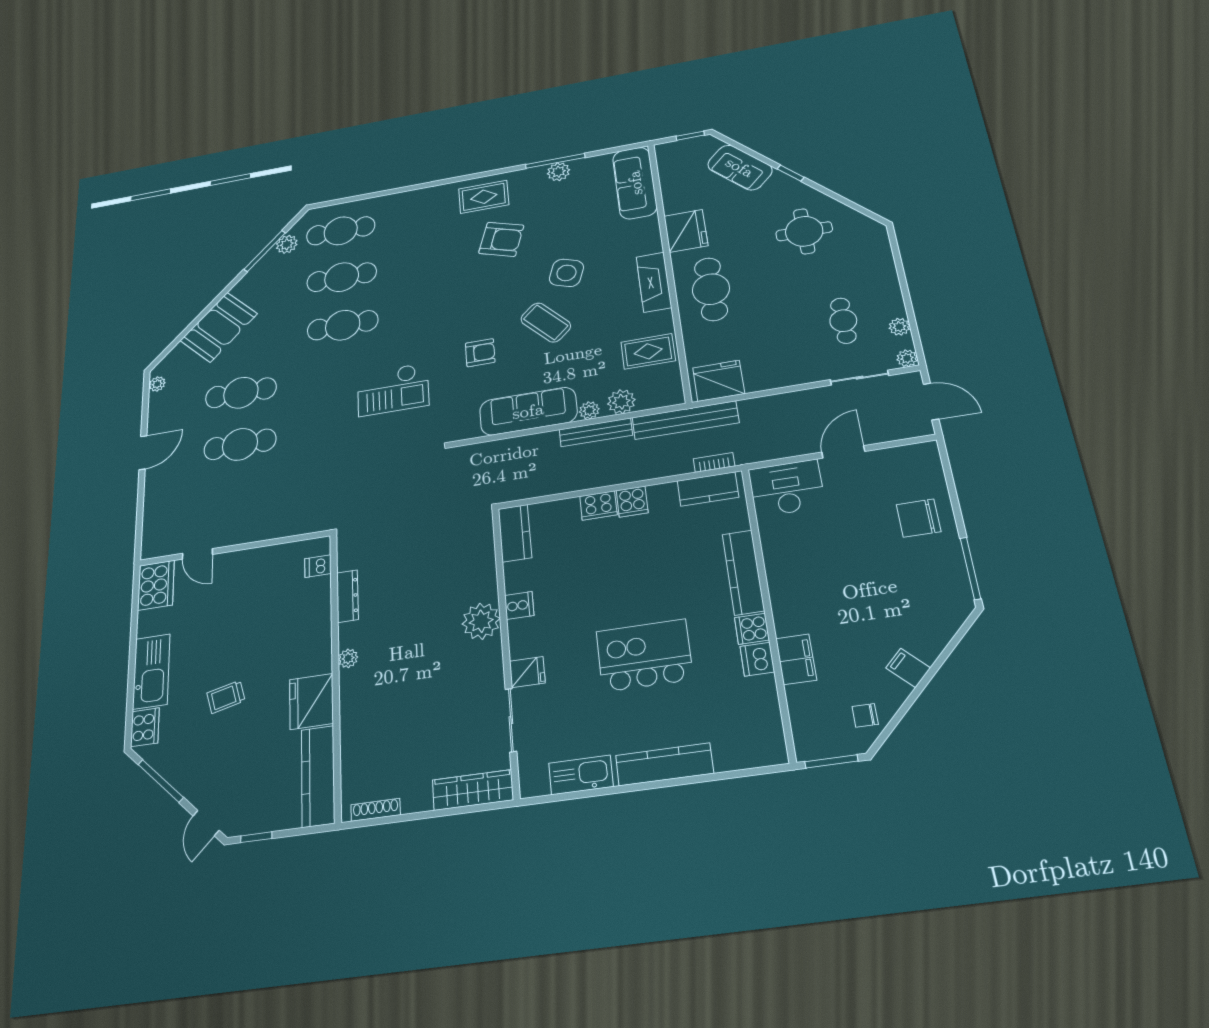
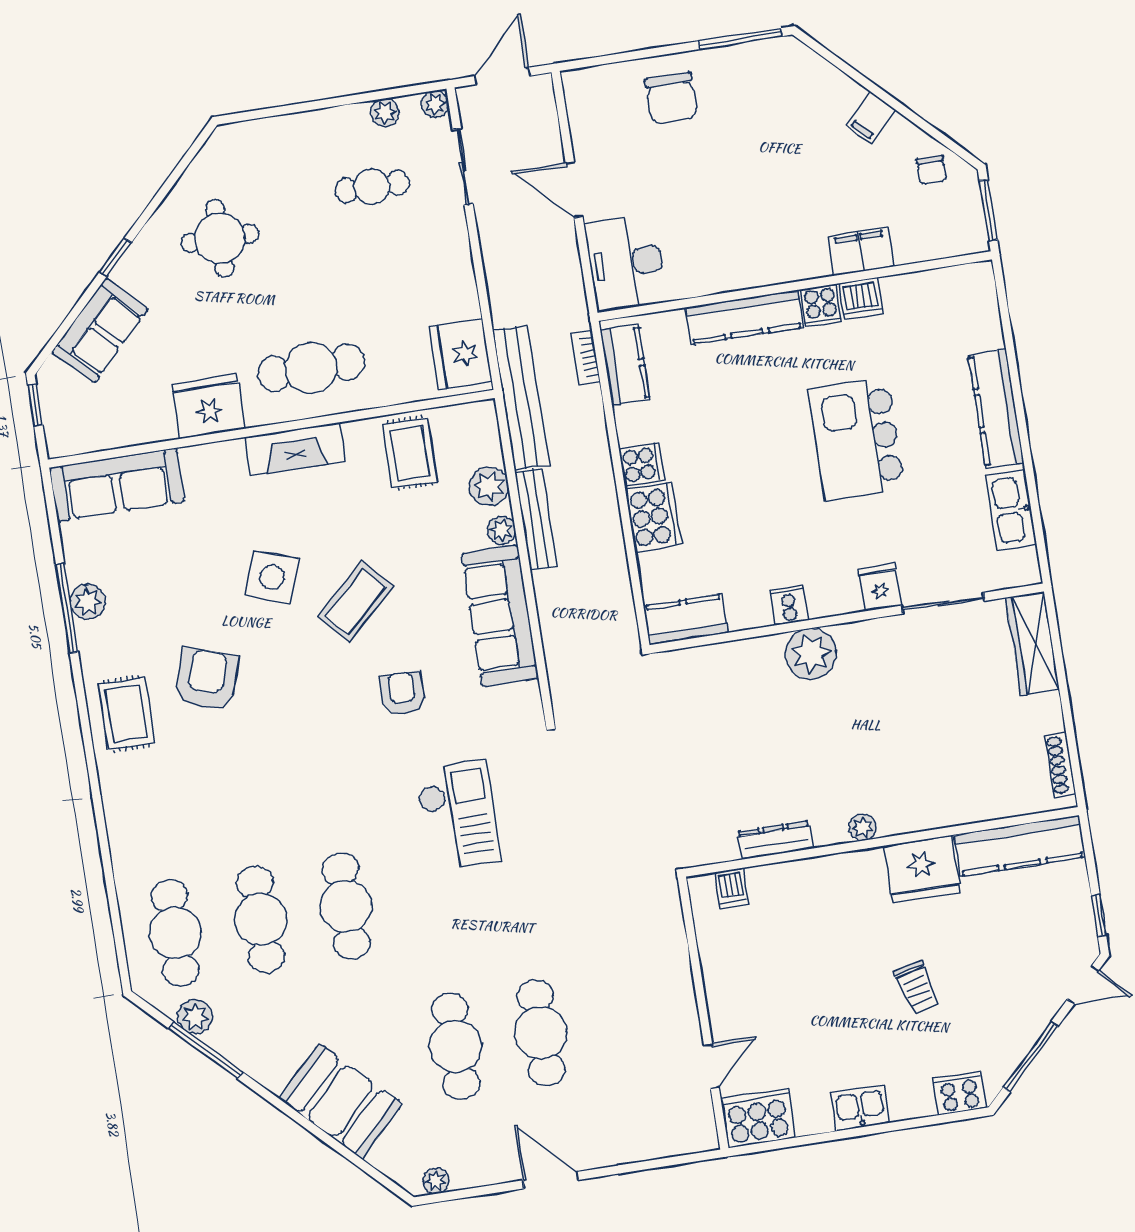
cooker: (598, 505) -> (653, 517), width x1.37, depth x1.31
kitchen sink: (151, 671) -> (860, 1108), width x0.53, depth x0.81

